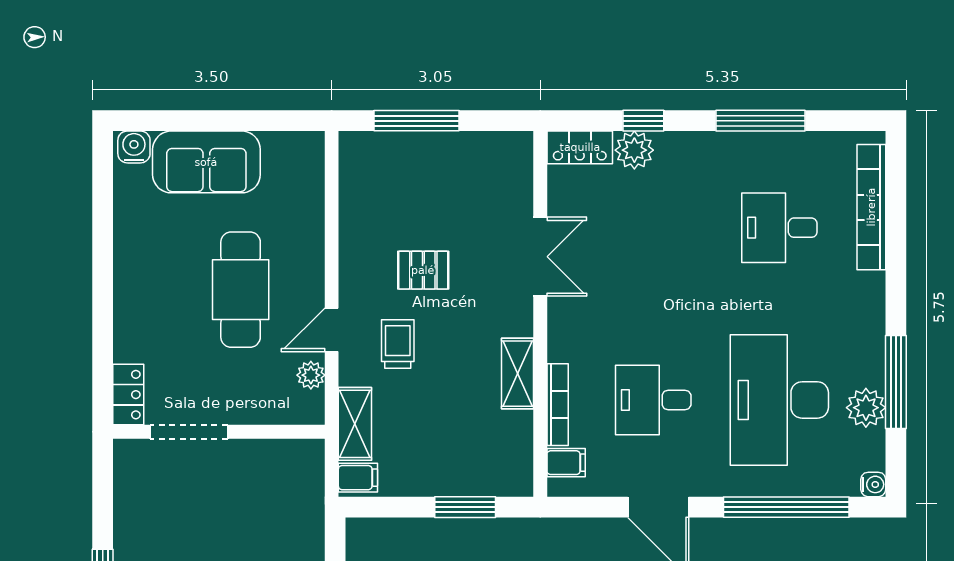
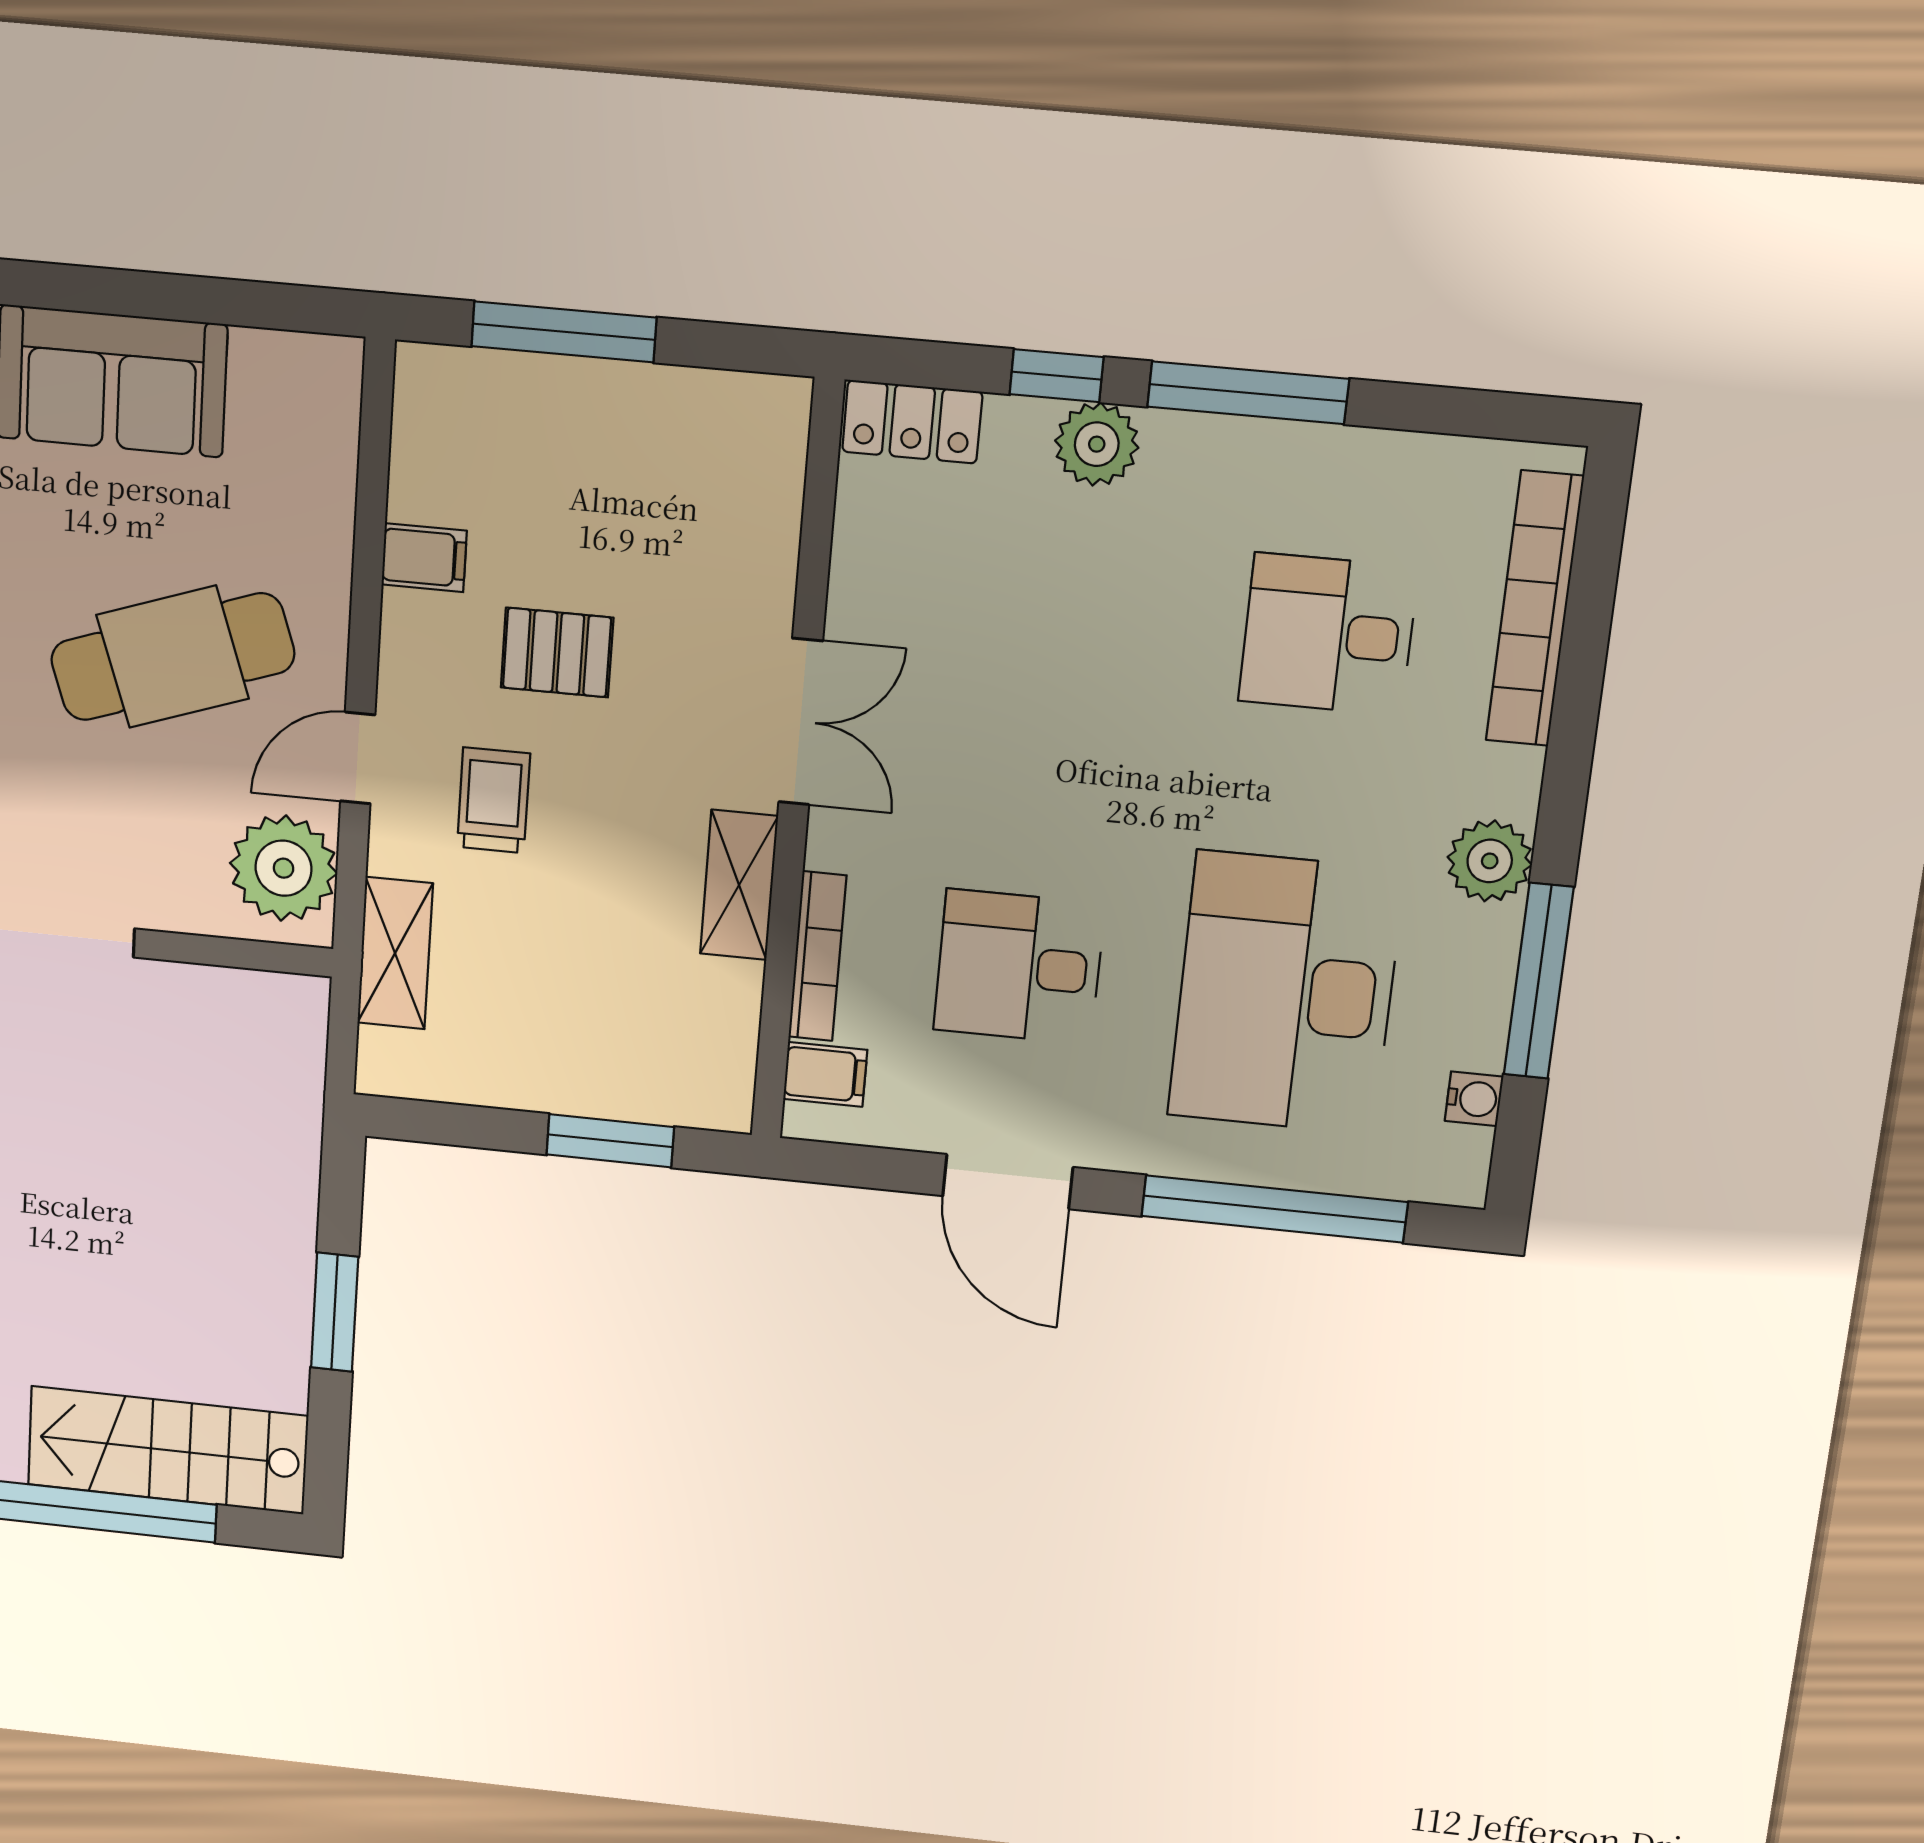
window: (760, 121) -> (1248, 393), moved
plant: (634, 150) -> (1097, 444), moved
double door: (540, 257) -> (801, 722), moved
cafe table: (241, 290) -> (173, 657), turned 71
plant: (311, 375) -> (284, 868), width x1.87, depth x1.87
plant: (866, 408) -> (1490, 861), moved
filing cabinet: (358, 478) -> (424, 558), moved
water cooler: (873, 484) -> (1474, 1099), moved

